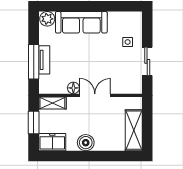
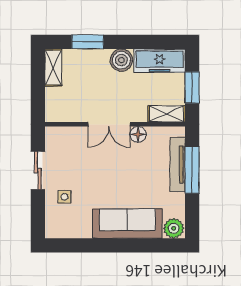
tv unit: (44, 60) -> (178, 165), width x1.41
shelving: (134, 130) -> (53, 68), width x0.67, depth x0.75
freezer: (52, 142) -> (159, 61), width x1.40
window: (110, 156) -> (88, 42), added

